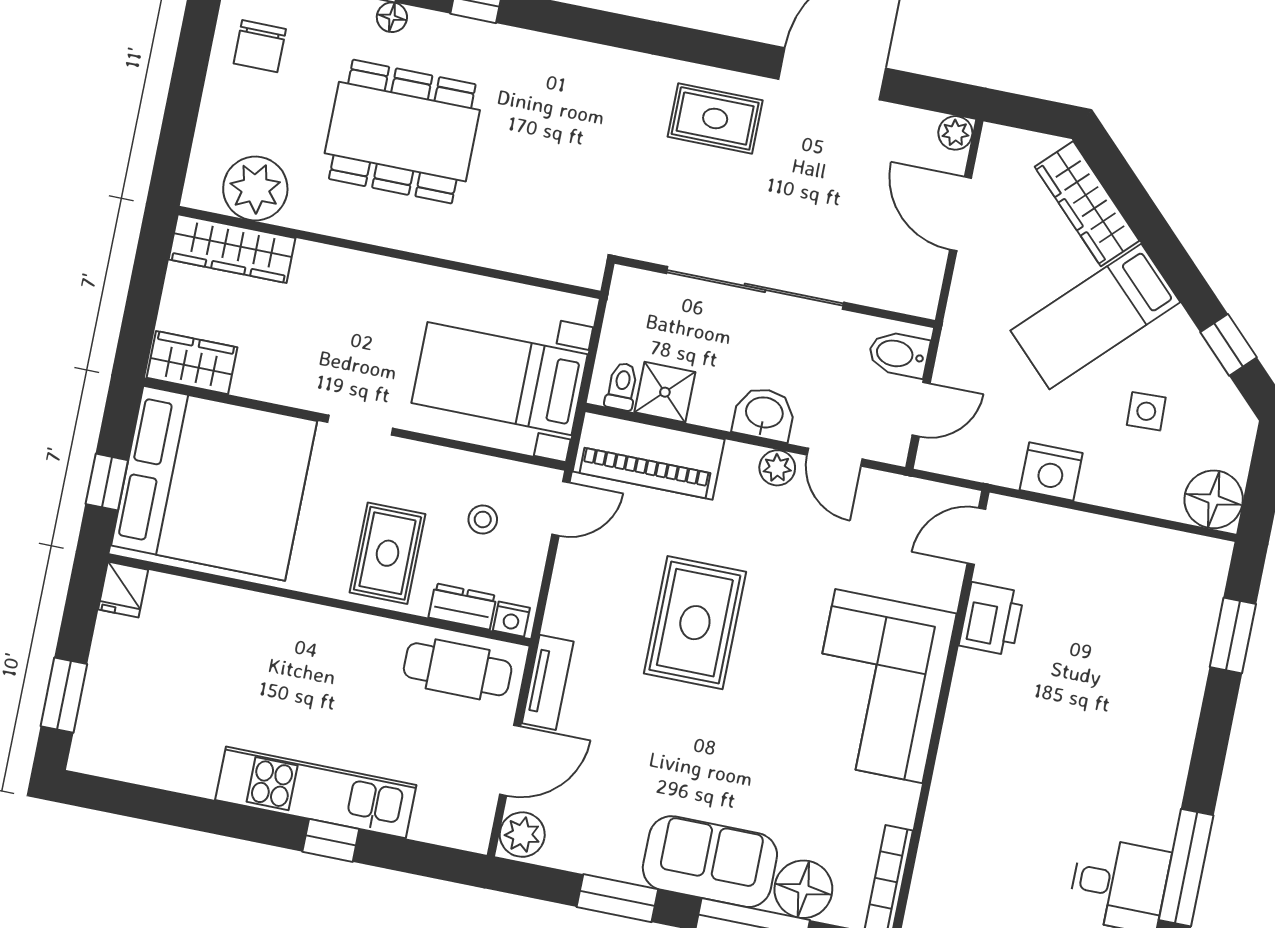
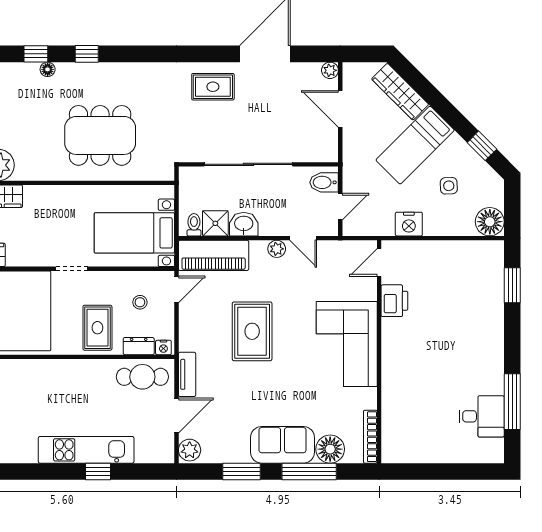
dining table: (402, 132) -> (100, 135), moved
washbasin: (764, 414) -> (244, 224), moved

